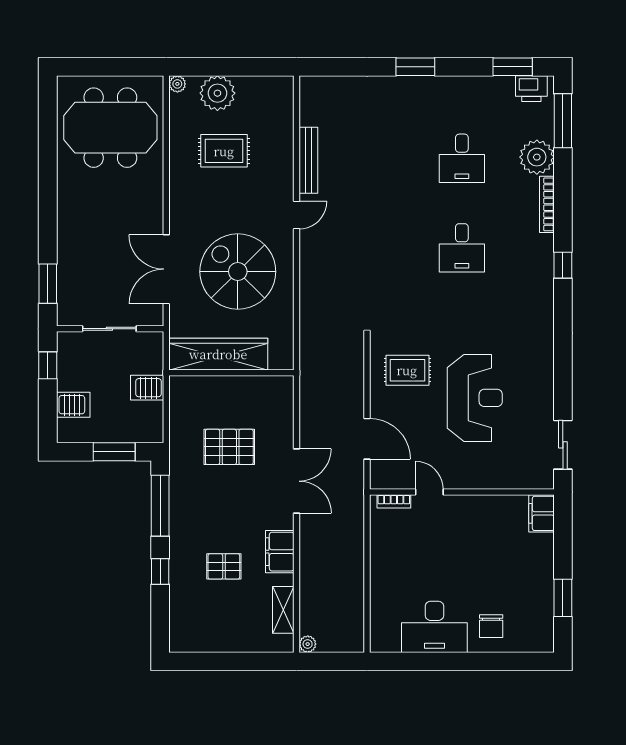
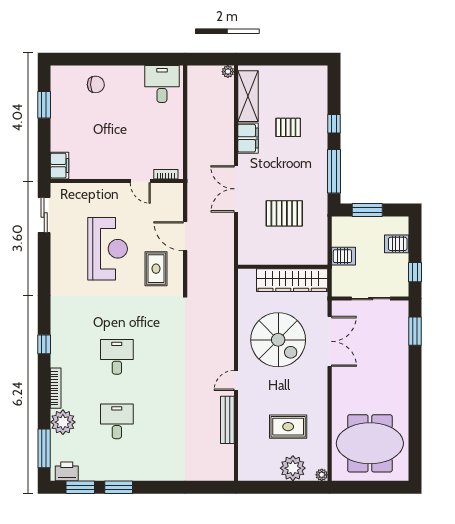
window: (415, 67) -> (119, 487), moved
rug: (407, 370) -> (156, 269), turned 90
reception desk: (475, 398) -> (108, 249), turned 180
door: (367, 439) -> (185, 236), moved
shelving: (283, 610) -> (248, 96), width x1.50, depth x1.33
chair: (491, 626) -> (96, 84), turned 89
desk: (434, 627) -> (162, 84), moved, width x0.73

